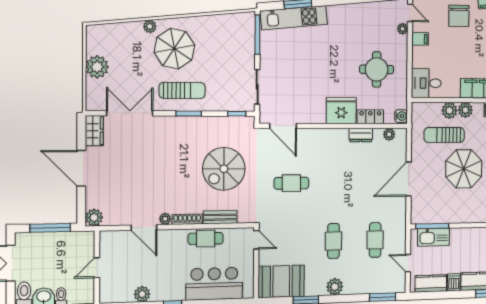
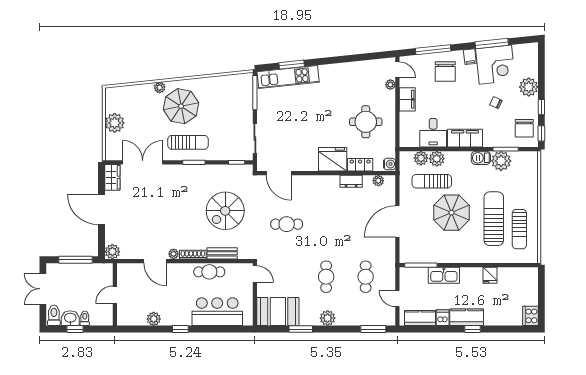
filing cabinet: (420, 39) -> (407, 99), width x2.00
desk: (426, 83) -> (433, 133), moved, turned -90
plant: (465, 110) -> (421, 158), moved
kitchen sink: (434, 237) -> (444, 275), moved

